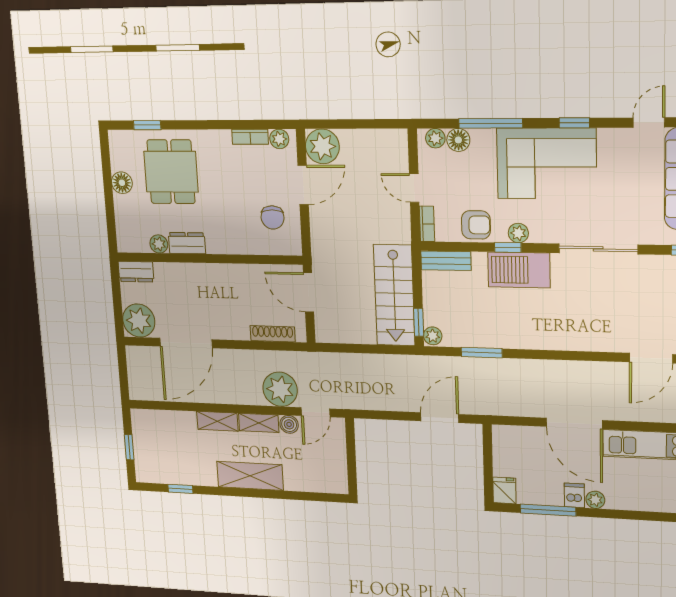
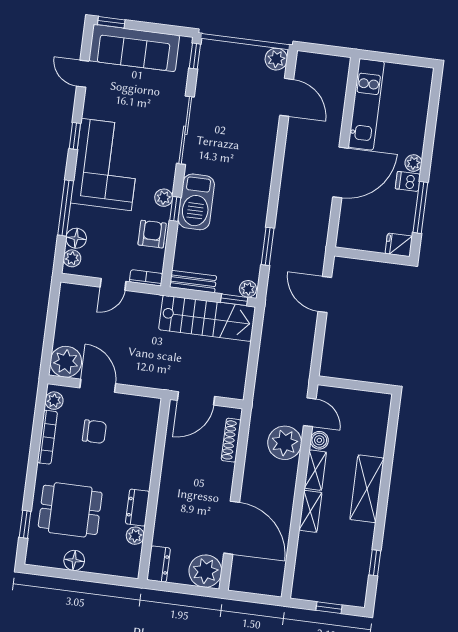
bookcase: (250, 137) -> (47, 437), width x1.56
chair: (273, 217) -> (94, 432), moved
bench: (446, 261) -> (193, 282), moved, turned 90

